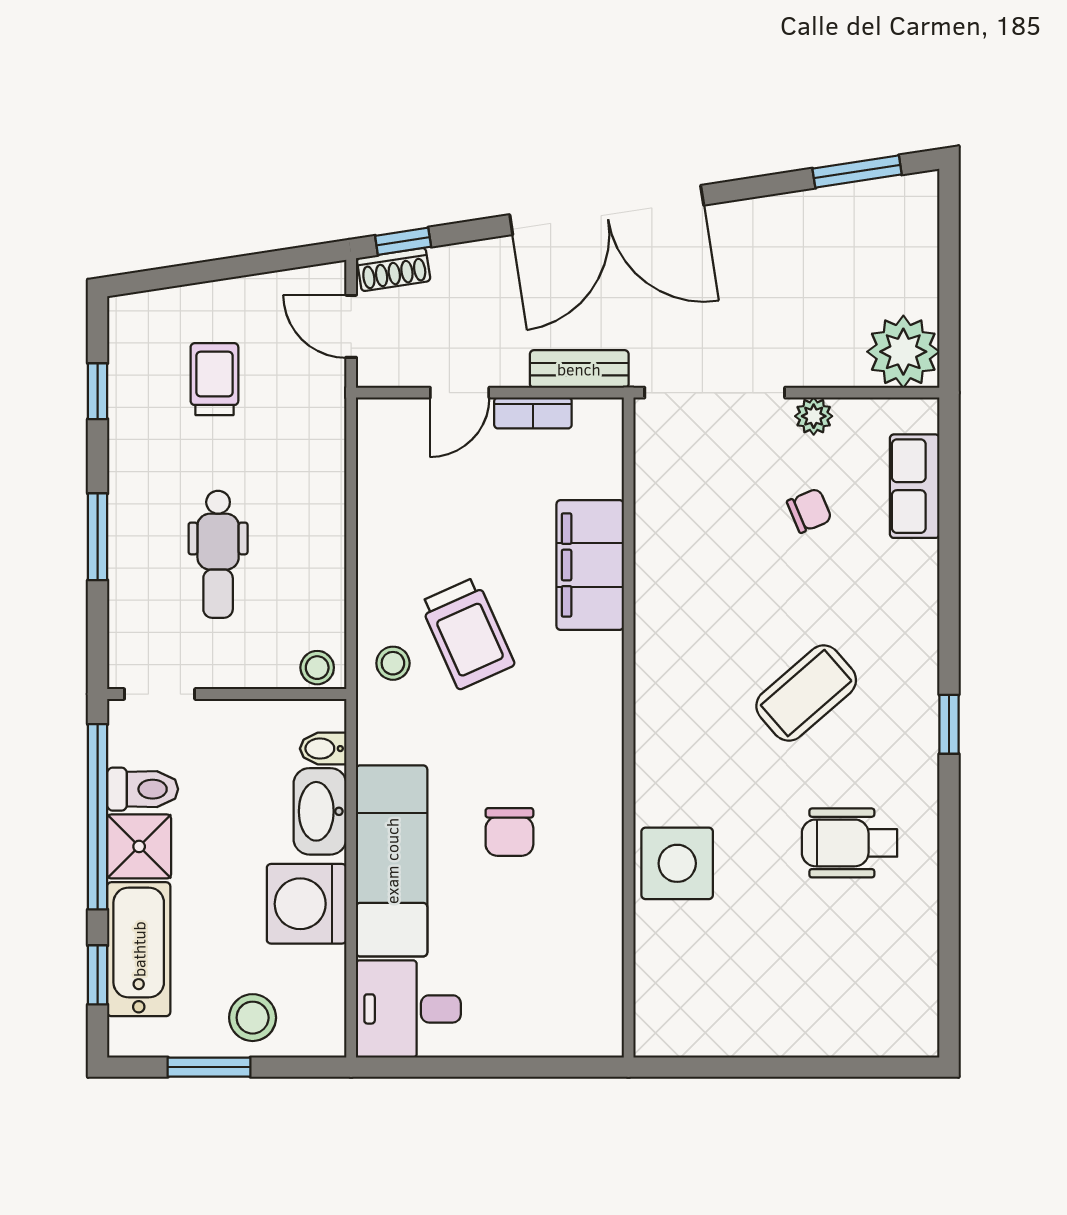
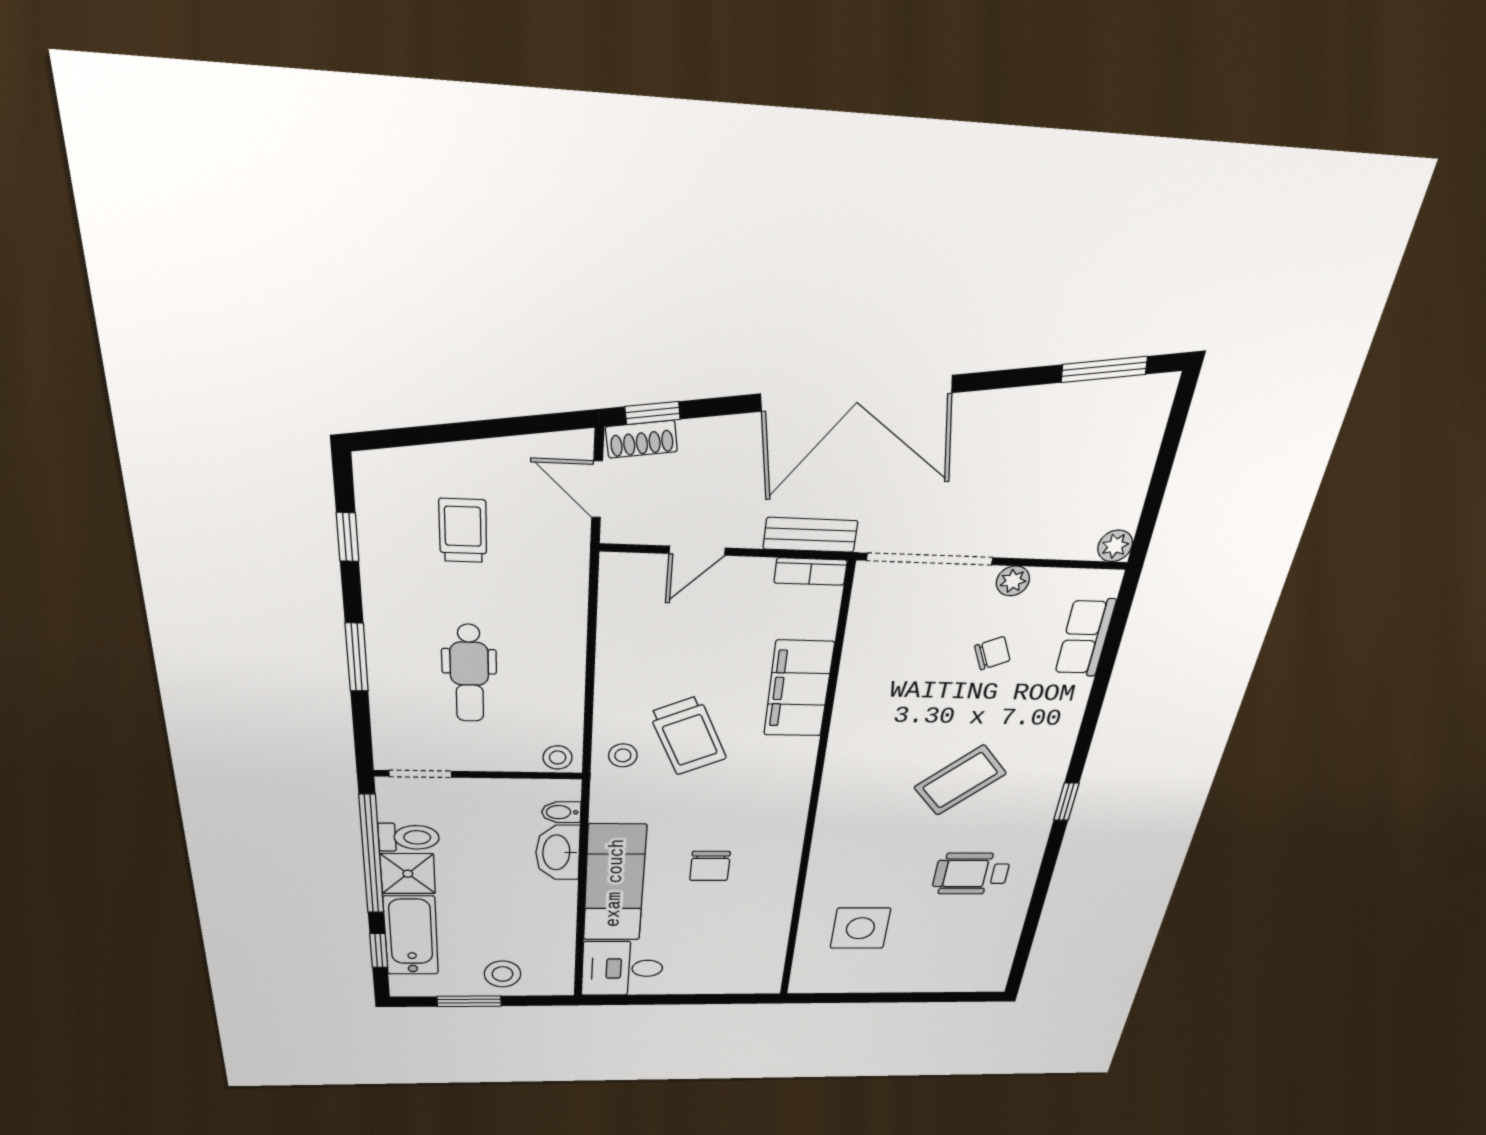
plant: (903, 352) -> (1115, 546), width x0.53, depth x0.53
bookcase: (533, 413) -> (811, 572), moved
side table: (677, 863) -> (860, 928), moved
washing machine: (307, 904) -> (546, 909), removed

